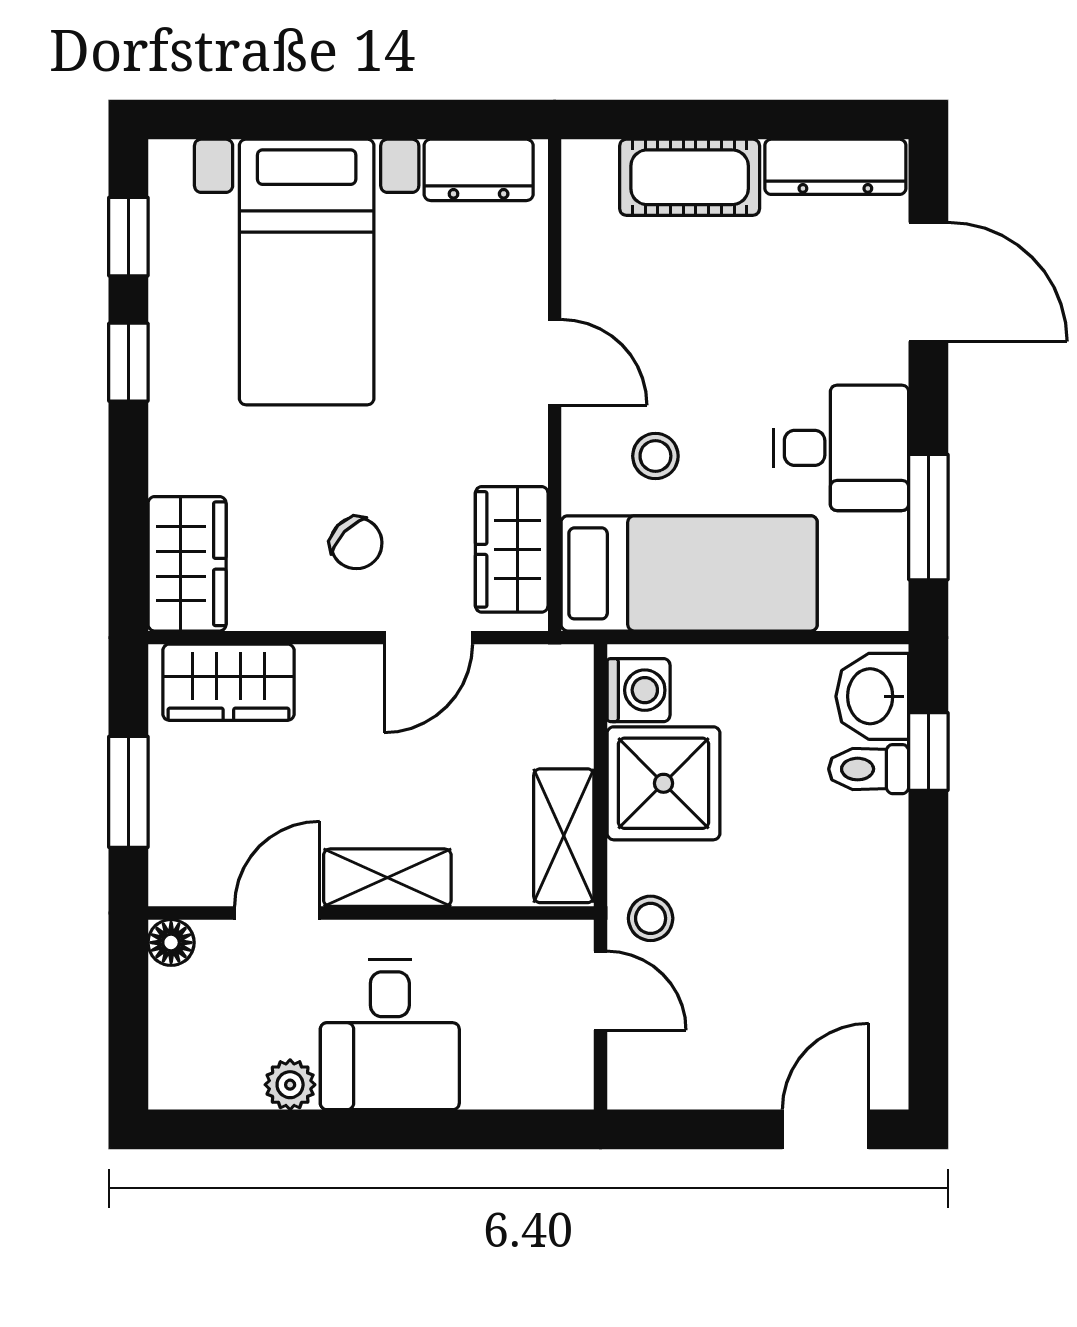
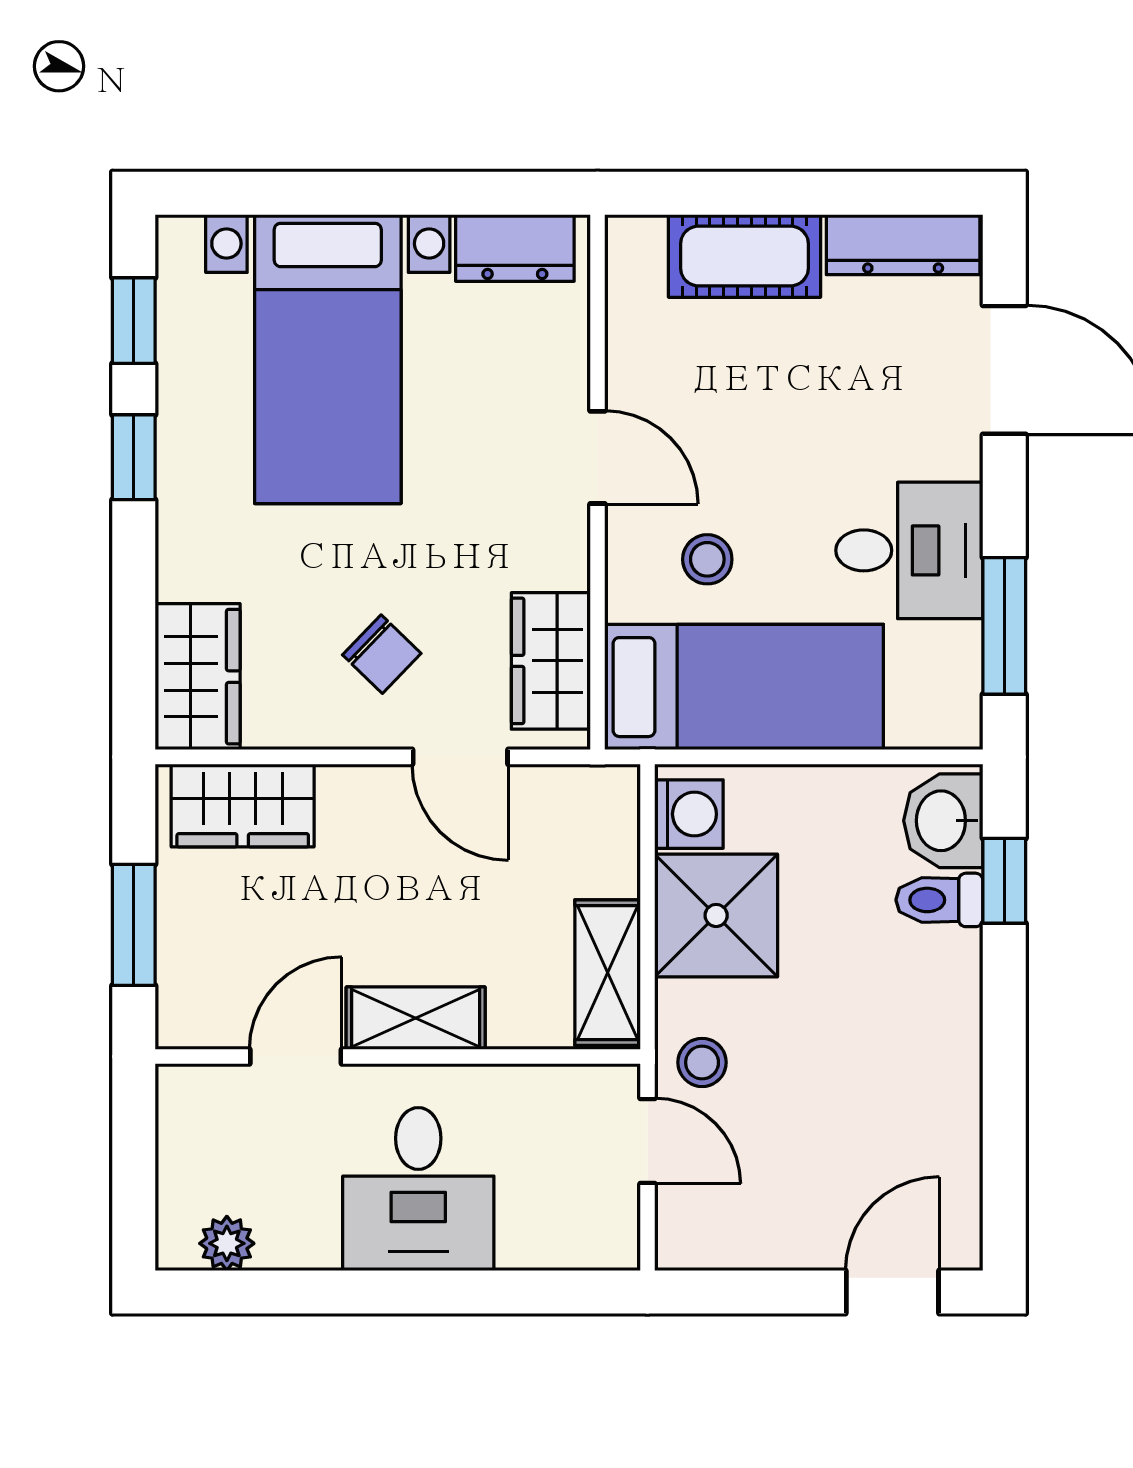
door: (428, 638) -> (460, 757), hinge flipped
floor lamp: (171, 943) -> (180, 1089), removed
plant: (290, 1085) -> (227, 1243), moved

